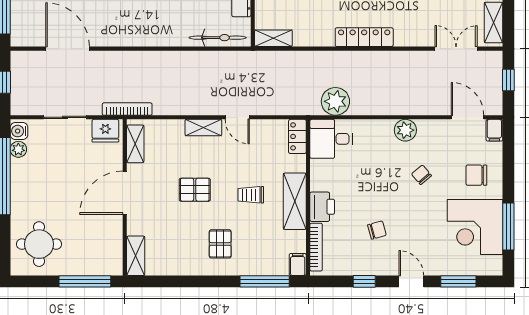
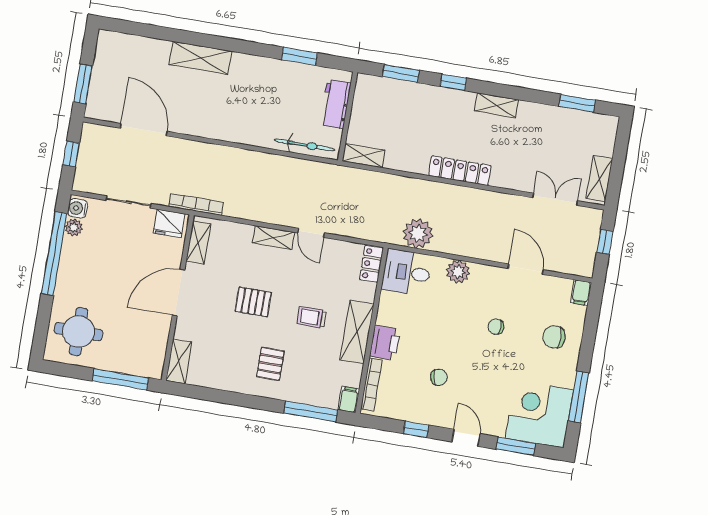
door: (467, 117) -> (526, 269), moved
plant: (405, 130) -> (458, 272), moved
chair: (421, 175) -> (496, 327), turned -50
corner desk: (475, 227) -> (539, 414), moved, turned 90

